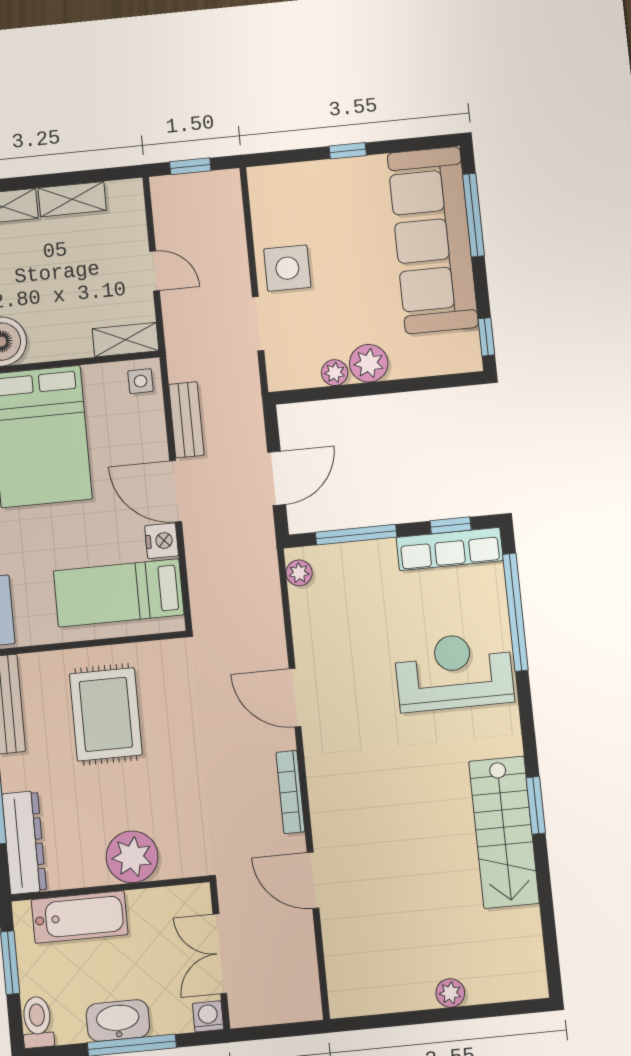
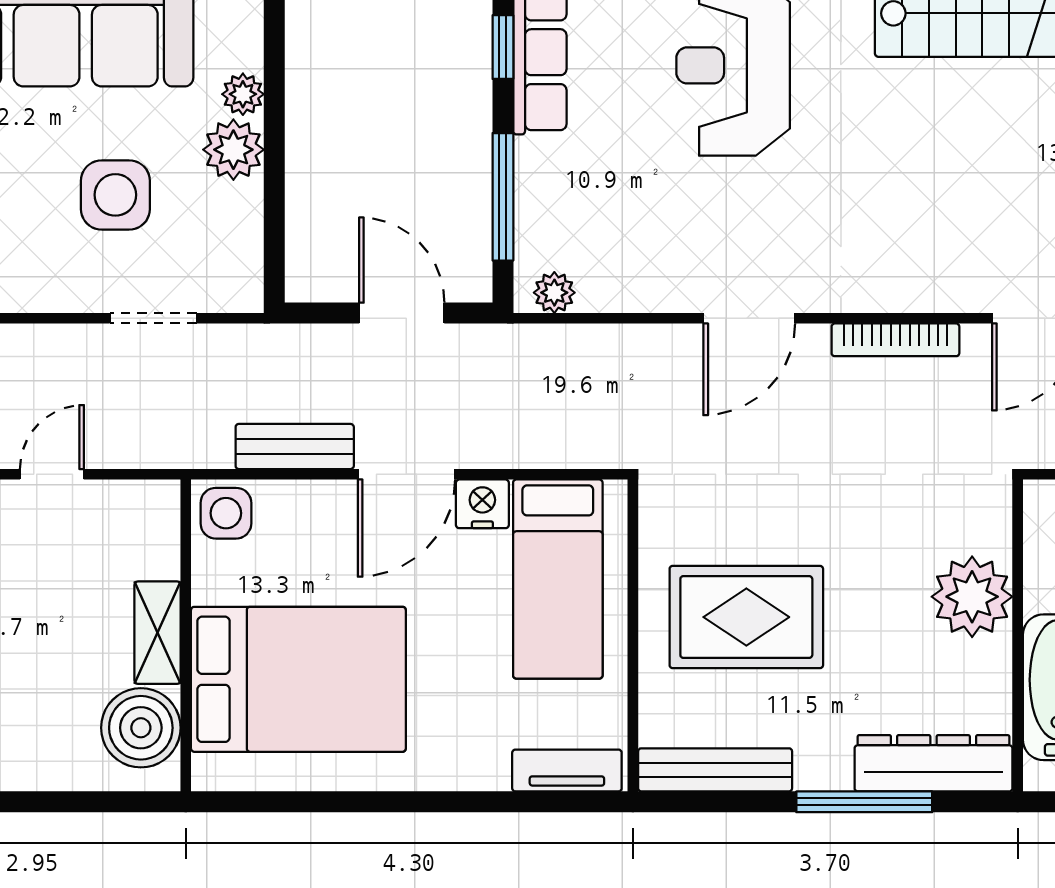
side table: (287, 268) -> (115, 195), moved
shelving: (126, 340) -> (158, 633), moved
plant: (335, 373) -> (243, 94), moved
side table: (141, 381) -> (226, 513), width x1.37, depth x1.37

